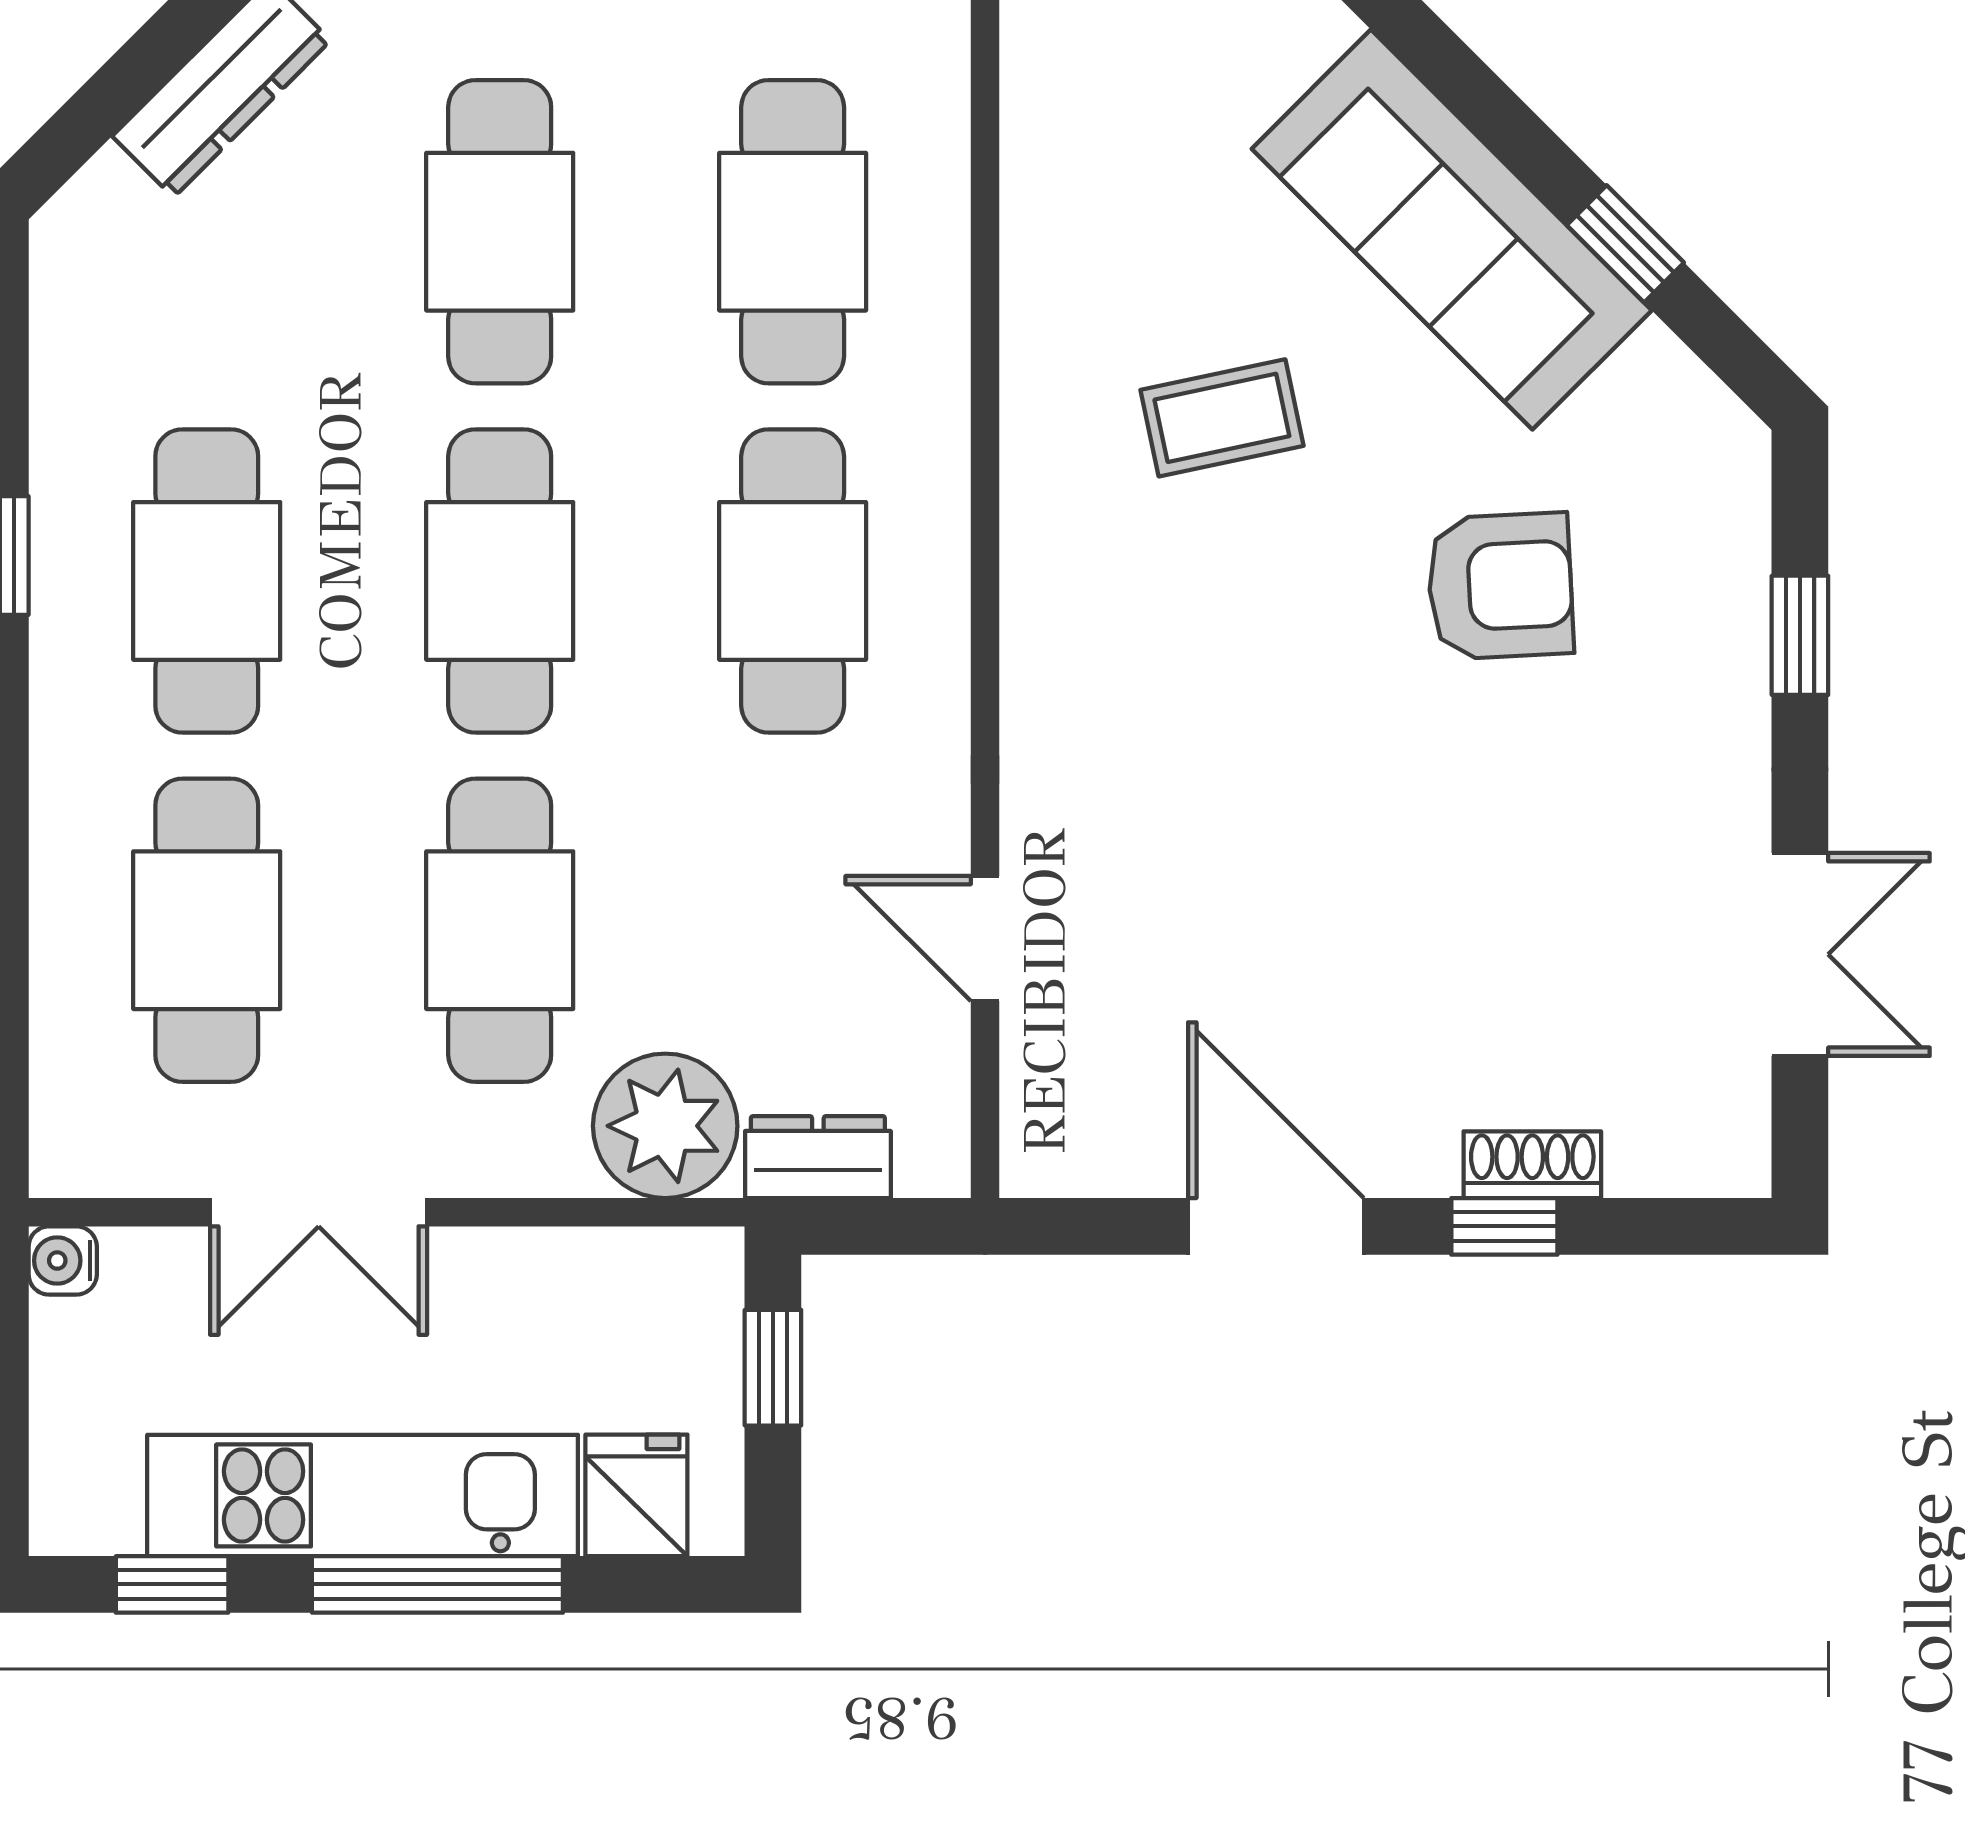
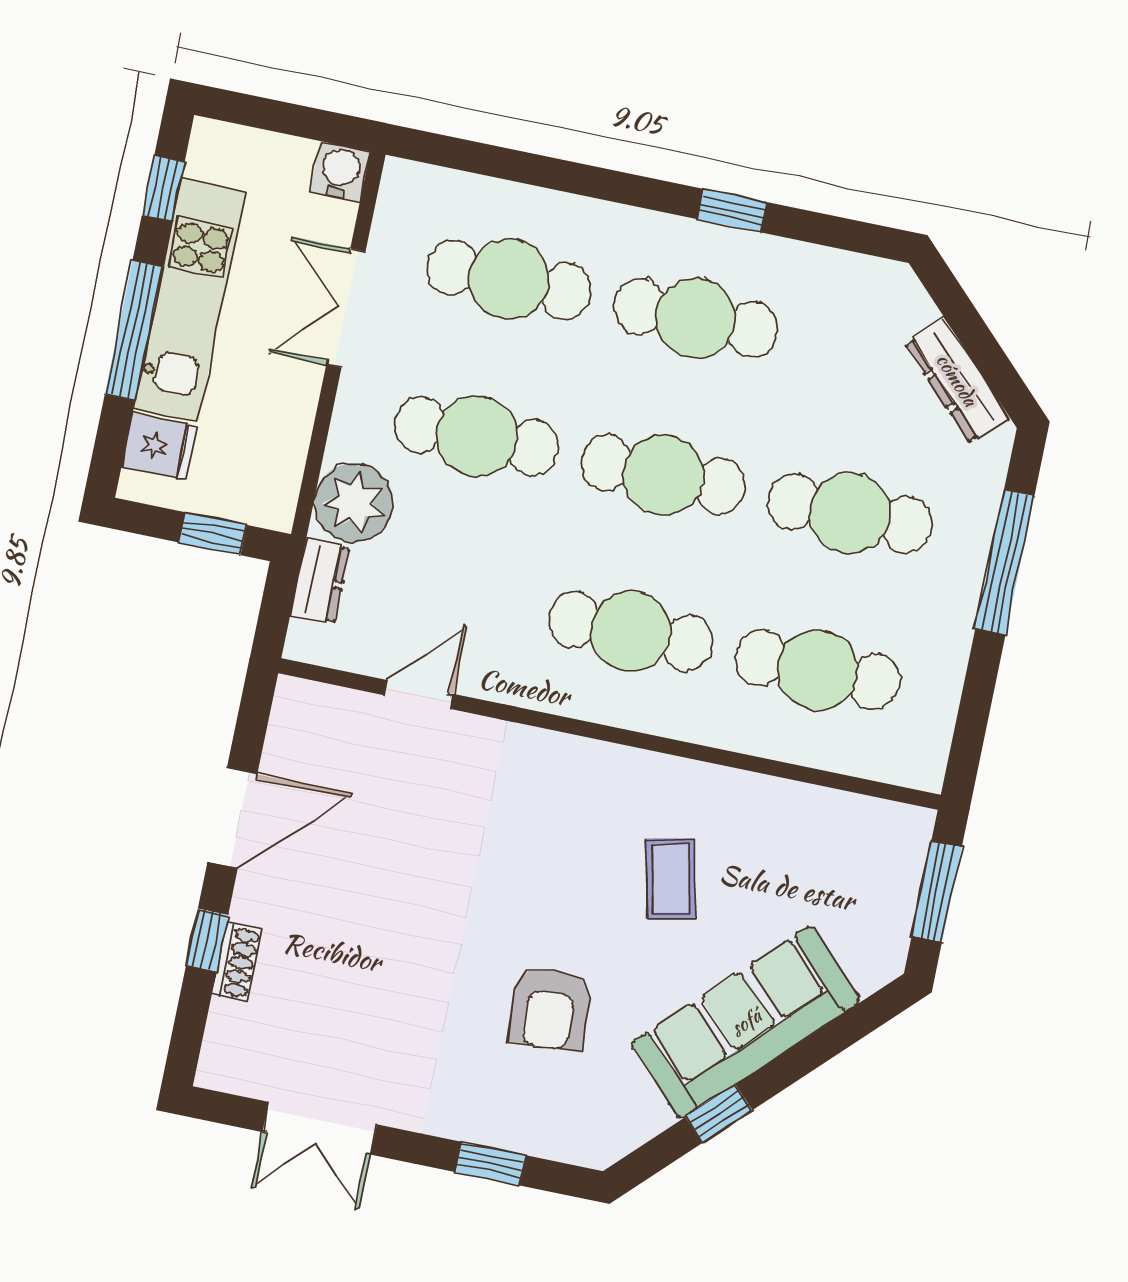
water cooler: (63, 1260) -> (340, 171), width x1.38, depth x1.38

